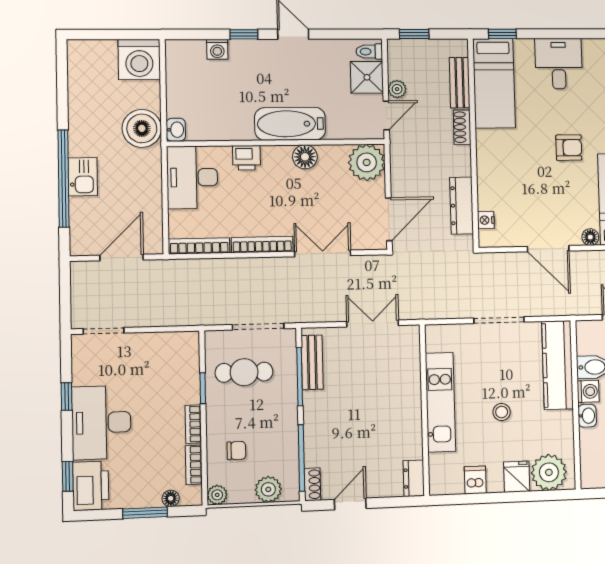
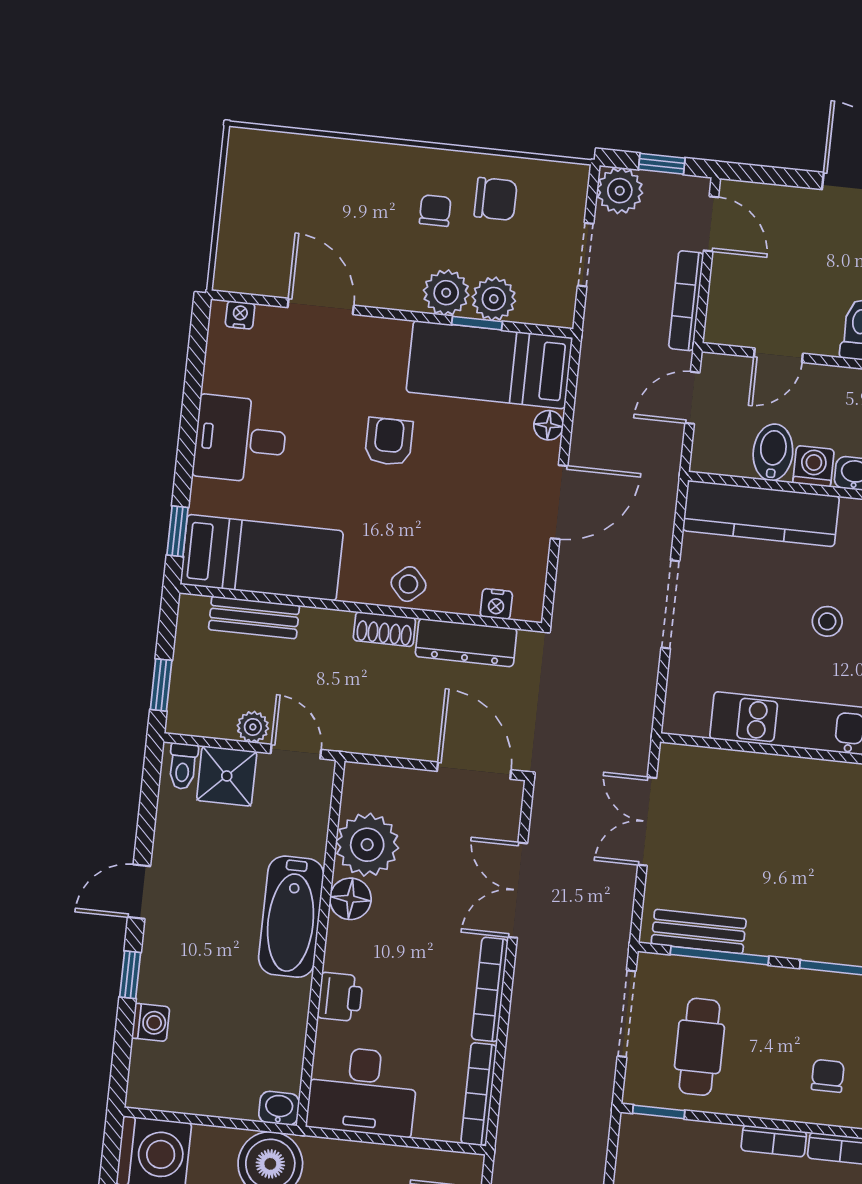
shoe rack: (462, 127) -> (384, 629), moved
plant: (367, 162) -> (367, 845), moved
side table: (490, 169) -> (408, 584), added
window: (203, 388) -> (659, 1112), moved

